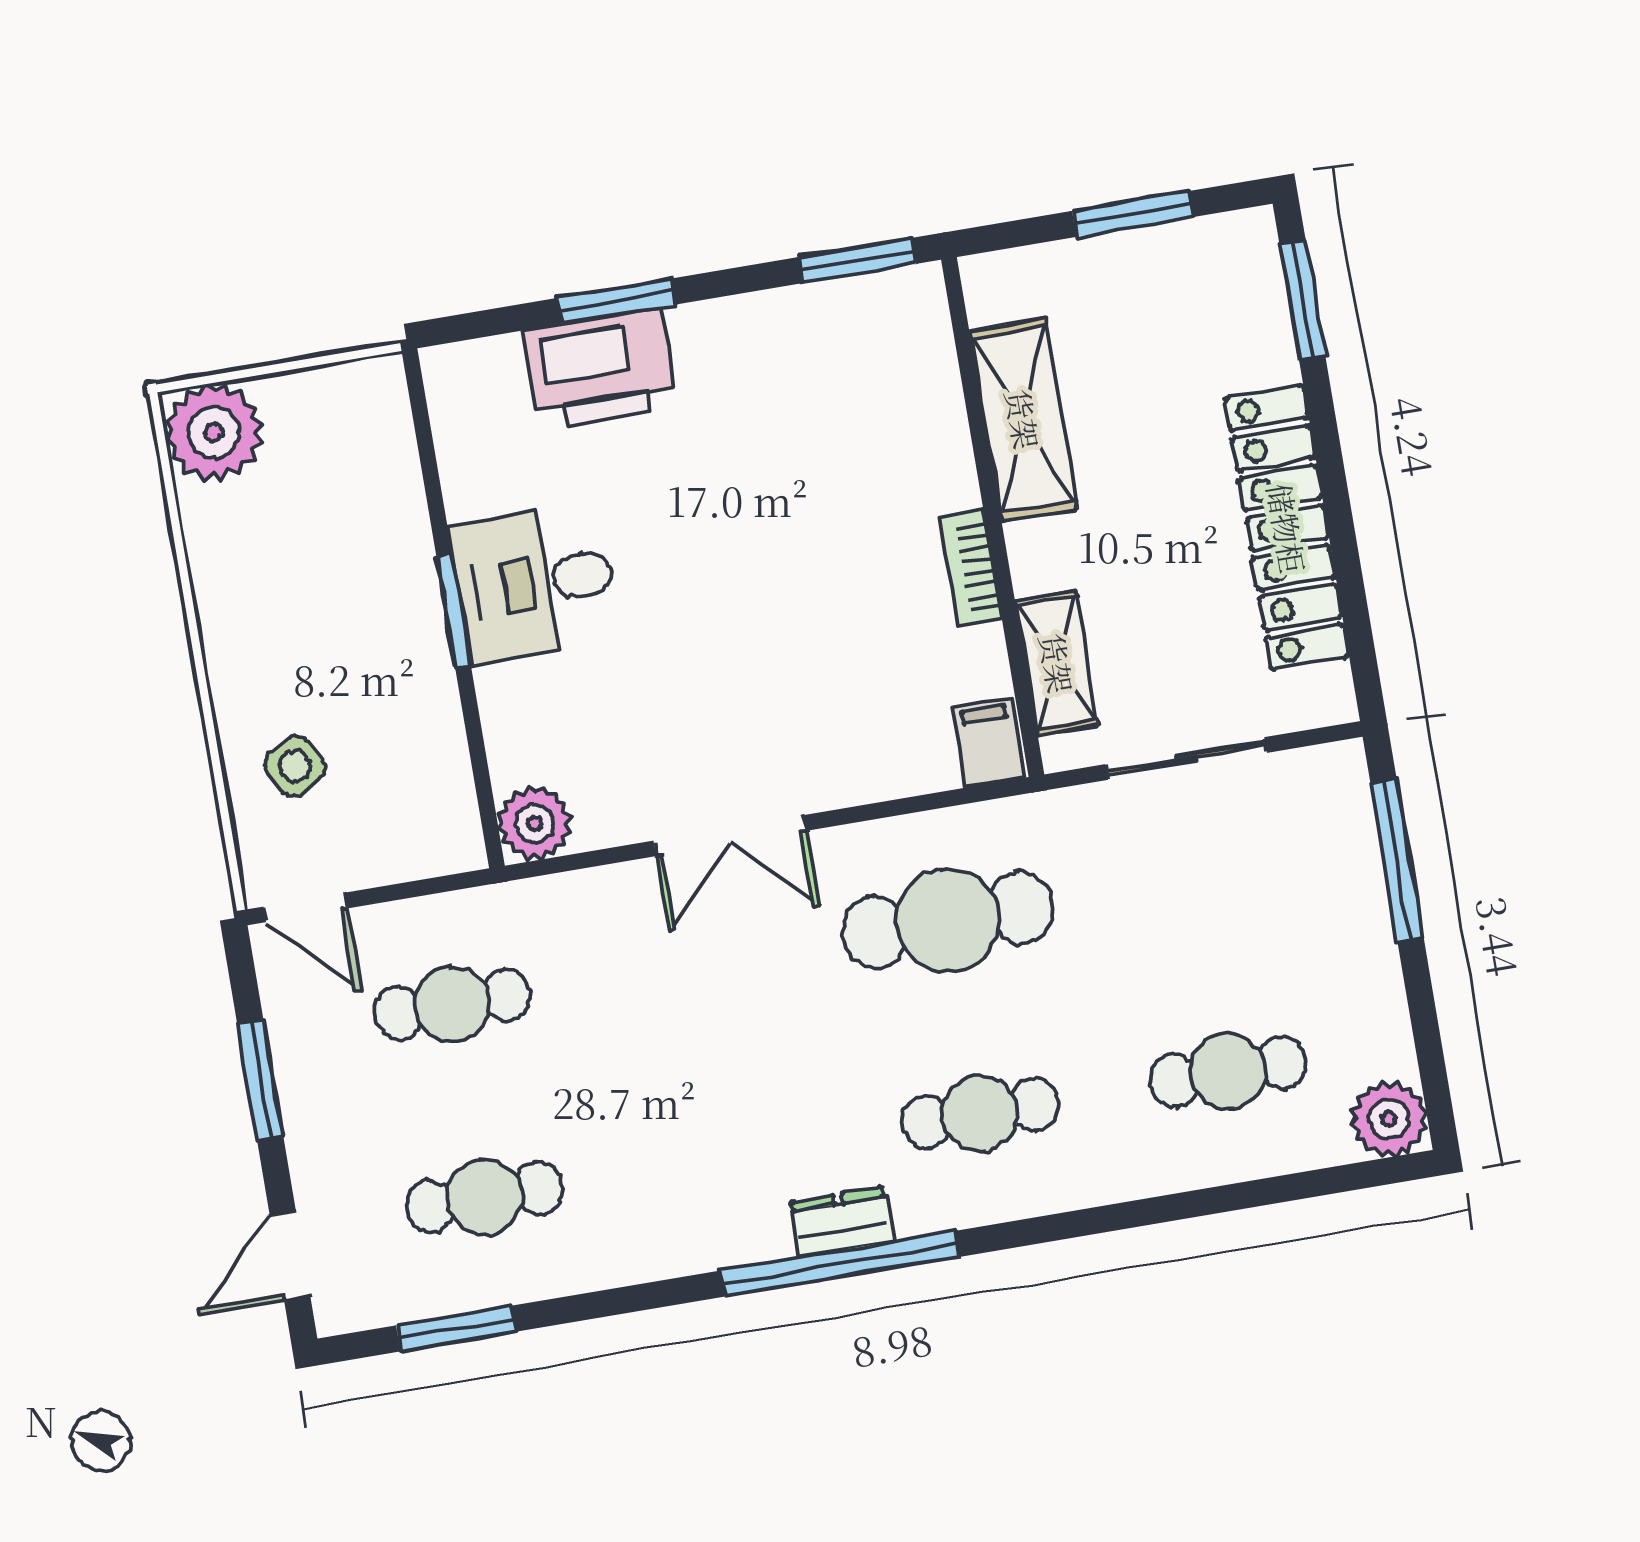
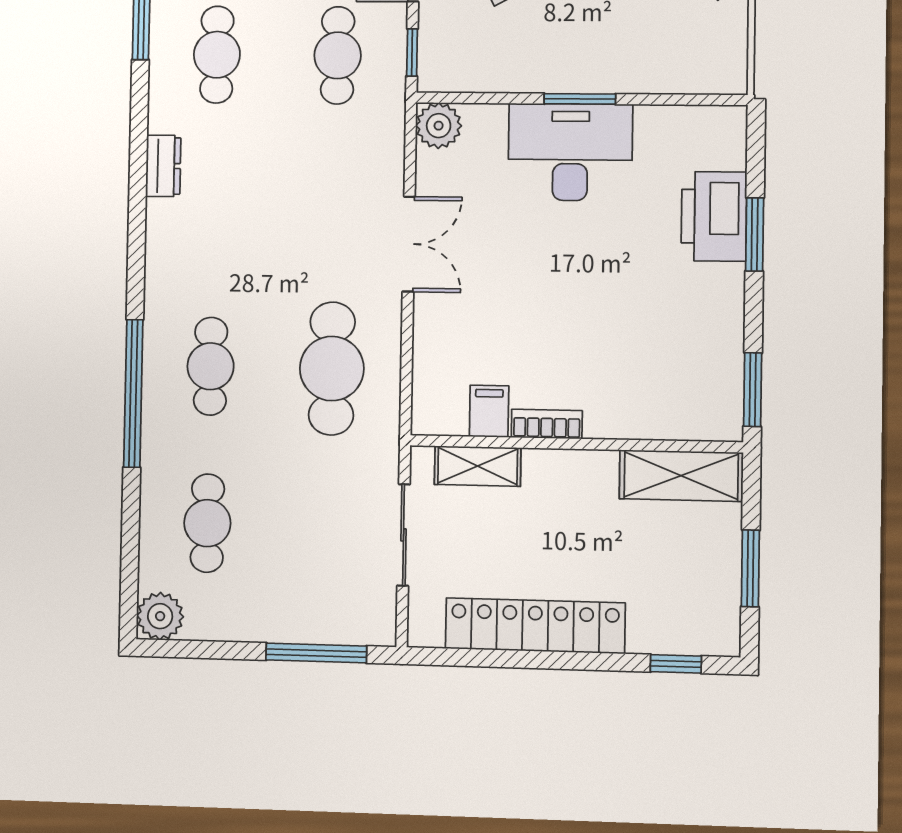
window: (1302, 301) -> (676, 664), width x0.67
shelving: (1023, 419) -> (681, 476), moved
desk: (535, 583) -> (570, 152), width x1.37
filing cabinet: (989, 742) -> (489, 411), moved, turned -90
double door: (730, 836) -> (409, 244), swing flipped
window: (427, 887) -> (412, 52), added
dresser: (842, 1222) -> (163, 166), moved
window: (841, 1264) -> (133, 393), moved

